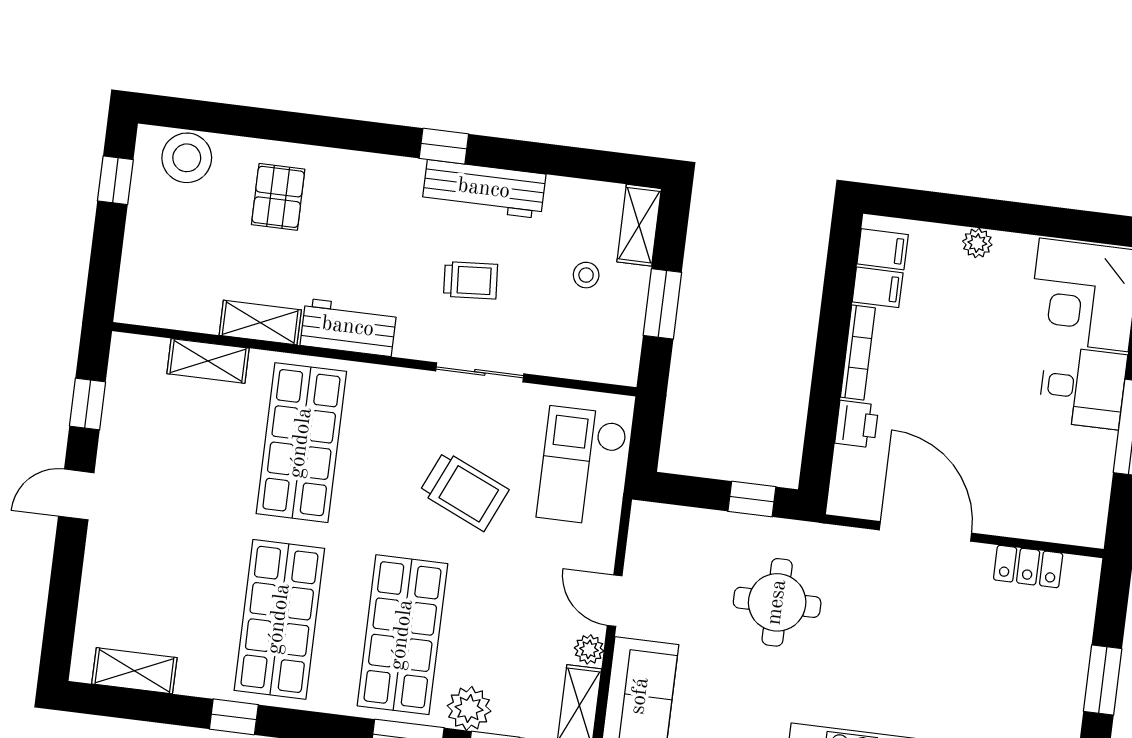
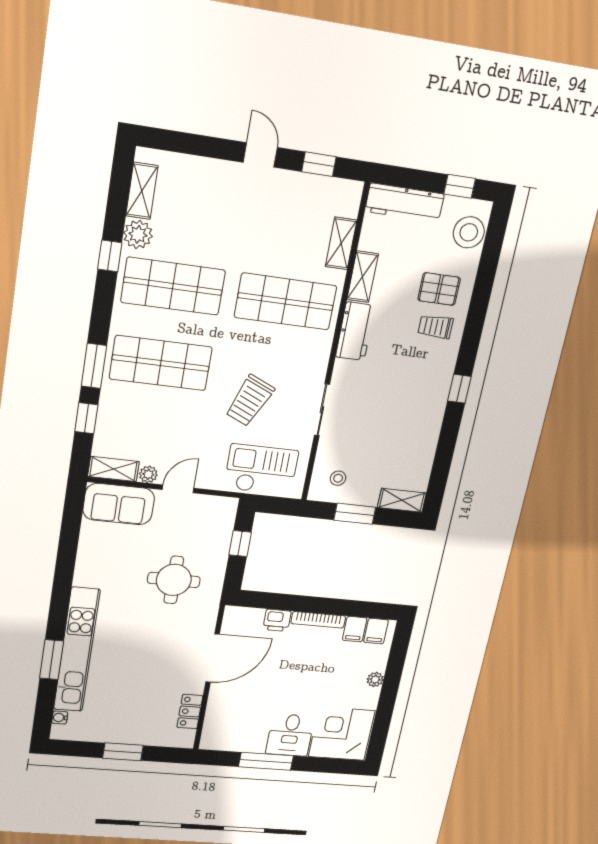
workbench: (484, 189) -> (405, 203), moved, turned -90
stool: (586, 275) -> (338, 478), moved
trolley: (470, 280) -> (436, 327), moved, turned 94
window: (752, 499) -> (240, 544), moved
plant: (469, 708) -> (138, 234), moved

